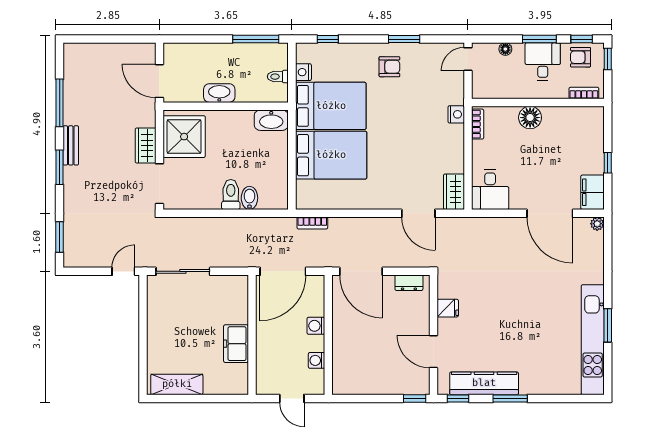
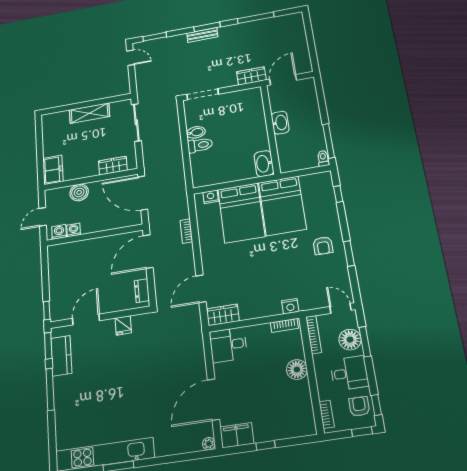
window: (539, 39) -> (365, 342), moved
floor lamp: (505, 49) -> (350, 340), width x1.89, depth x1.89
nightstand: (303, 72) -> (211, 197), moved
toilet: (278, 77) -> (323, 158), moved
bookcase: (493, 93) -> (314, 335), added
shower: (184, 137) -> (242, 104), removed
bench: (71, 145) -> (202, 35), moved
wardrobe: (146, 146) -> (251, 76), moved
bidet: (249, 198) -> (196, 132), moved
bookcase: (312, 223) -> (186, 231), moved
door: (123, 271) -> (131, 58), moved
wardrobe: (238, 306) -> (113, 166), added
washing machine: (316, 326) -> (59, 232), moved
freezer: (236, 344) -> (53, 170), moved, turned 90
boiler: (267, 351) -> (79, 192), added
kitchen counter: (484, 383) -> (61, 356), width x0.67
shelving: (177, 384) -> (89, 113), moved, turned 90
window: (458, 398) -> (48, 346), width x1.50
window: (510, 398) -> (50, 389), width x1.44

